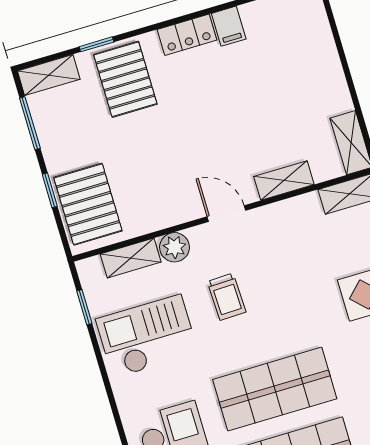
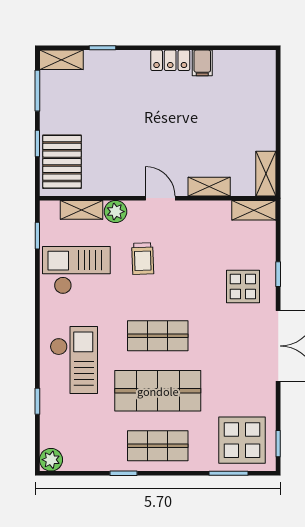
pallet: (125, 79) -> (116, 79), removed
shop shelf: (275, 389) -> (158, 336), width x0.70, depth x0.74

